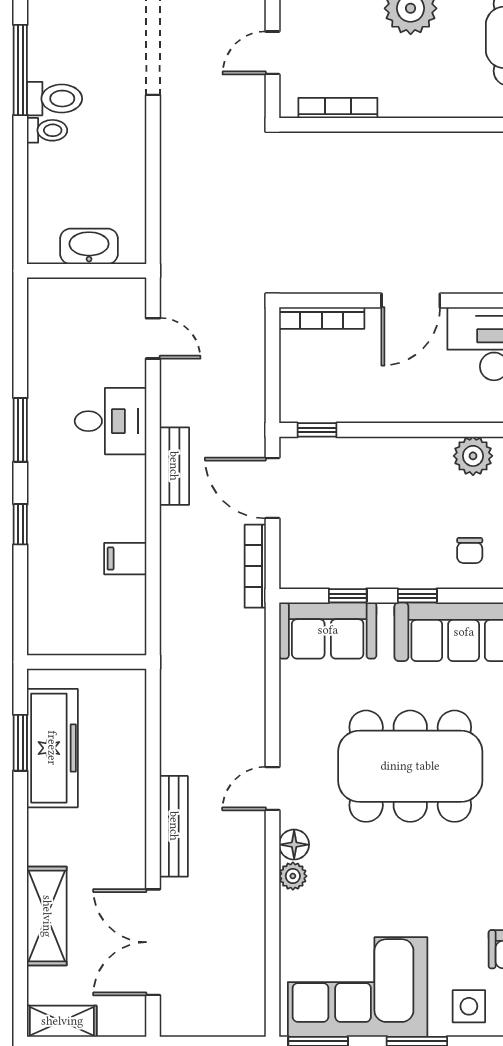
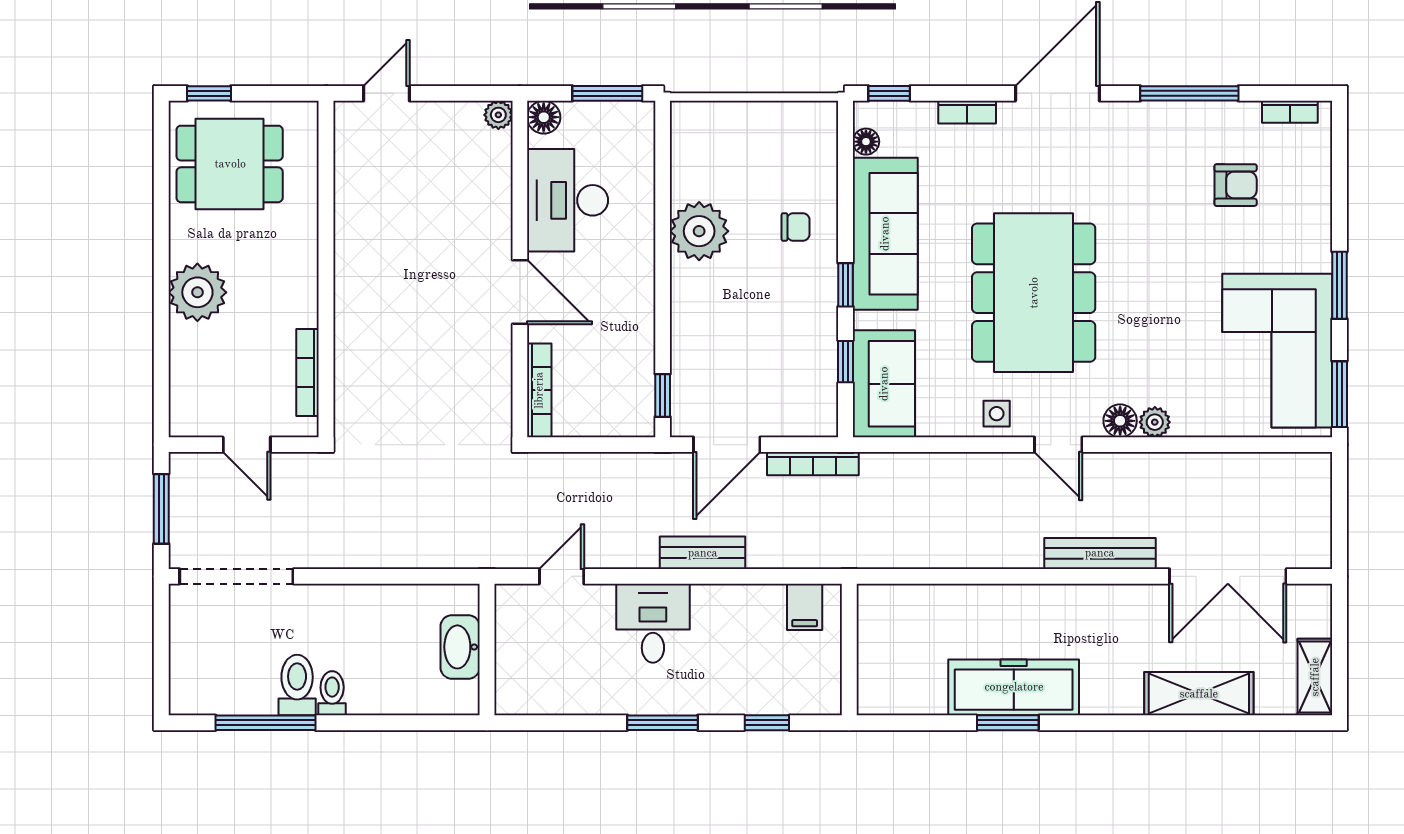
plant: (473, 456) -> (699, 231), width x1.36, depth x1.36
wall: (87, 662) -> (849, 650), moved
side table: (469, 1006) -> (997, 414), moved, width x0.73, depth x0.73

